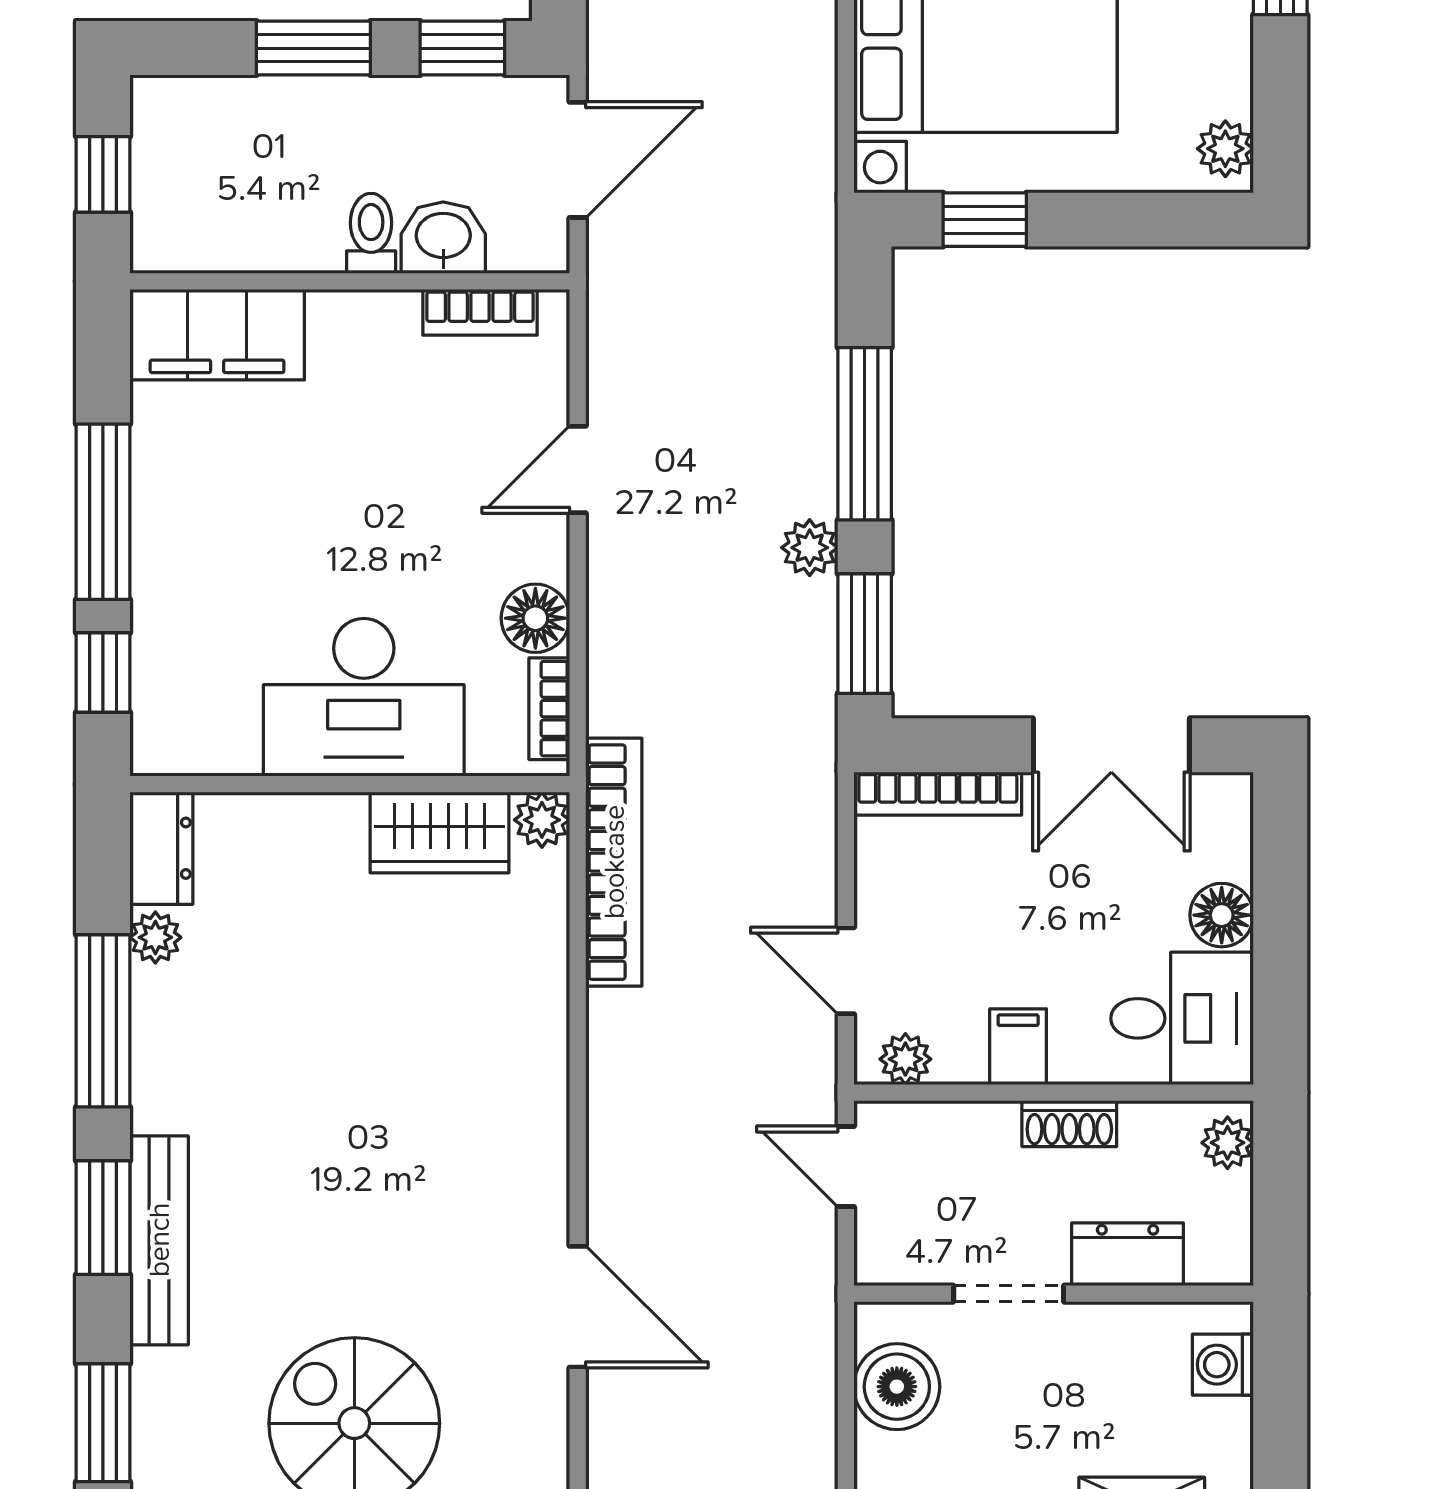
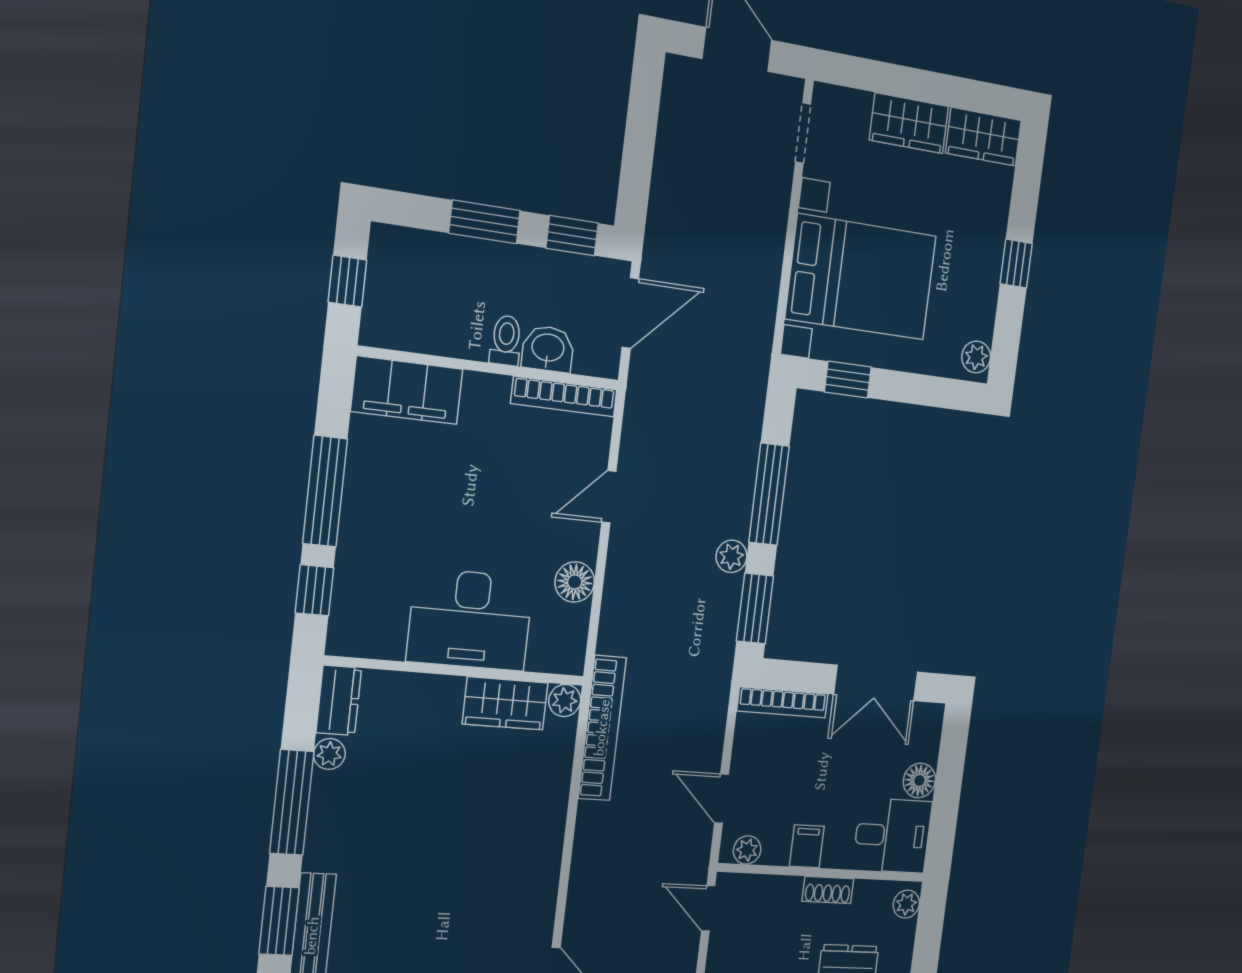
bookcase: (480, 312) -> (564, 397), width x1.56
bookcase: (549, 709) -> (576, 636), removed

